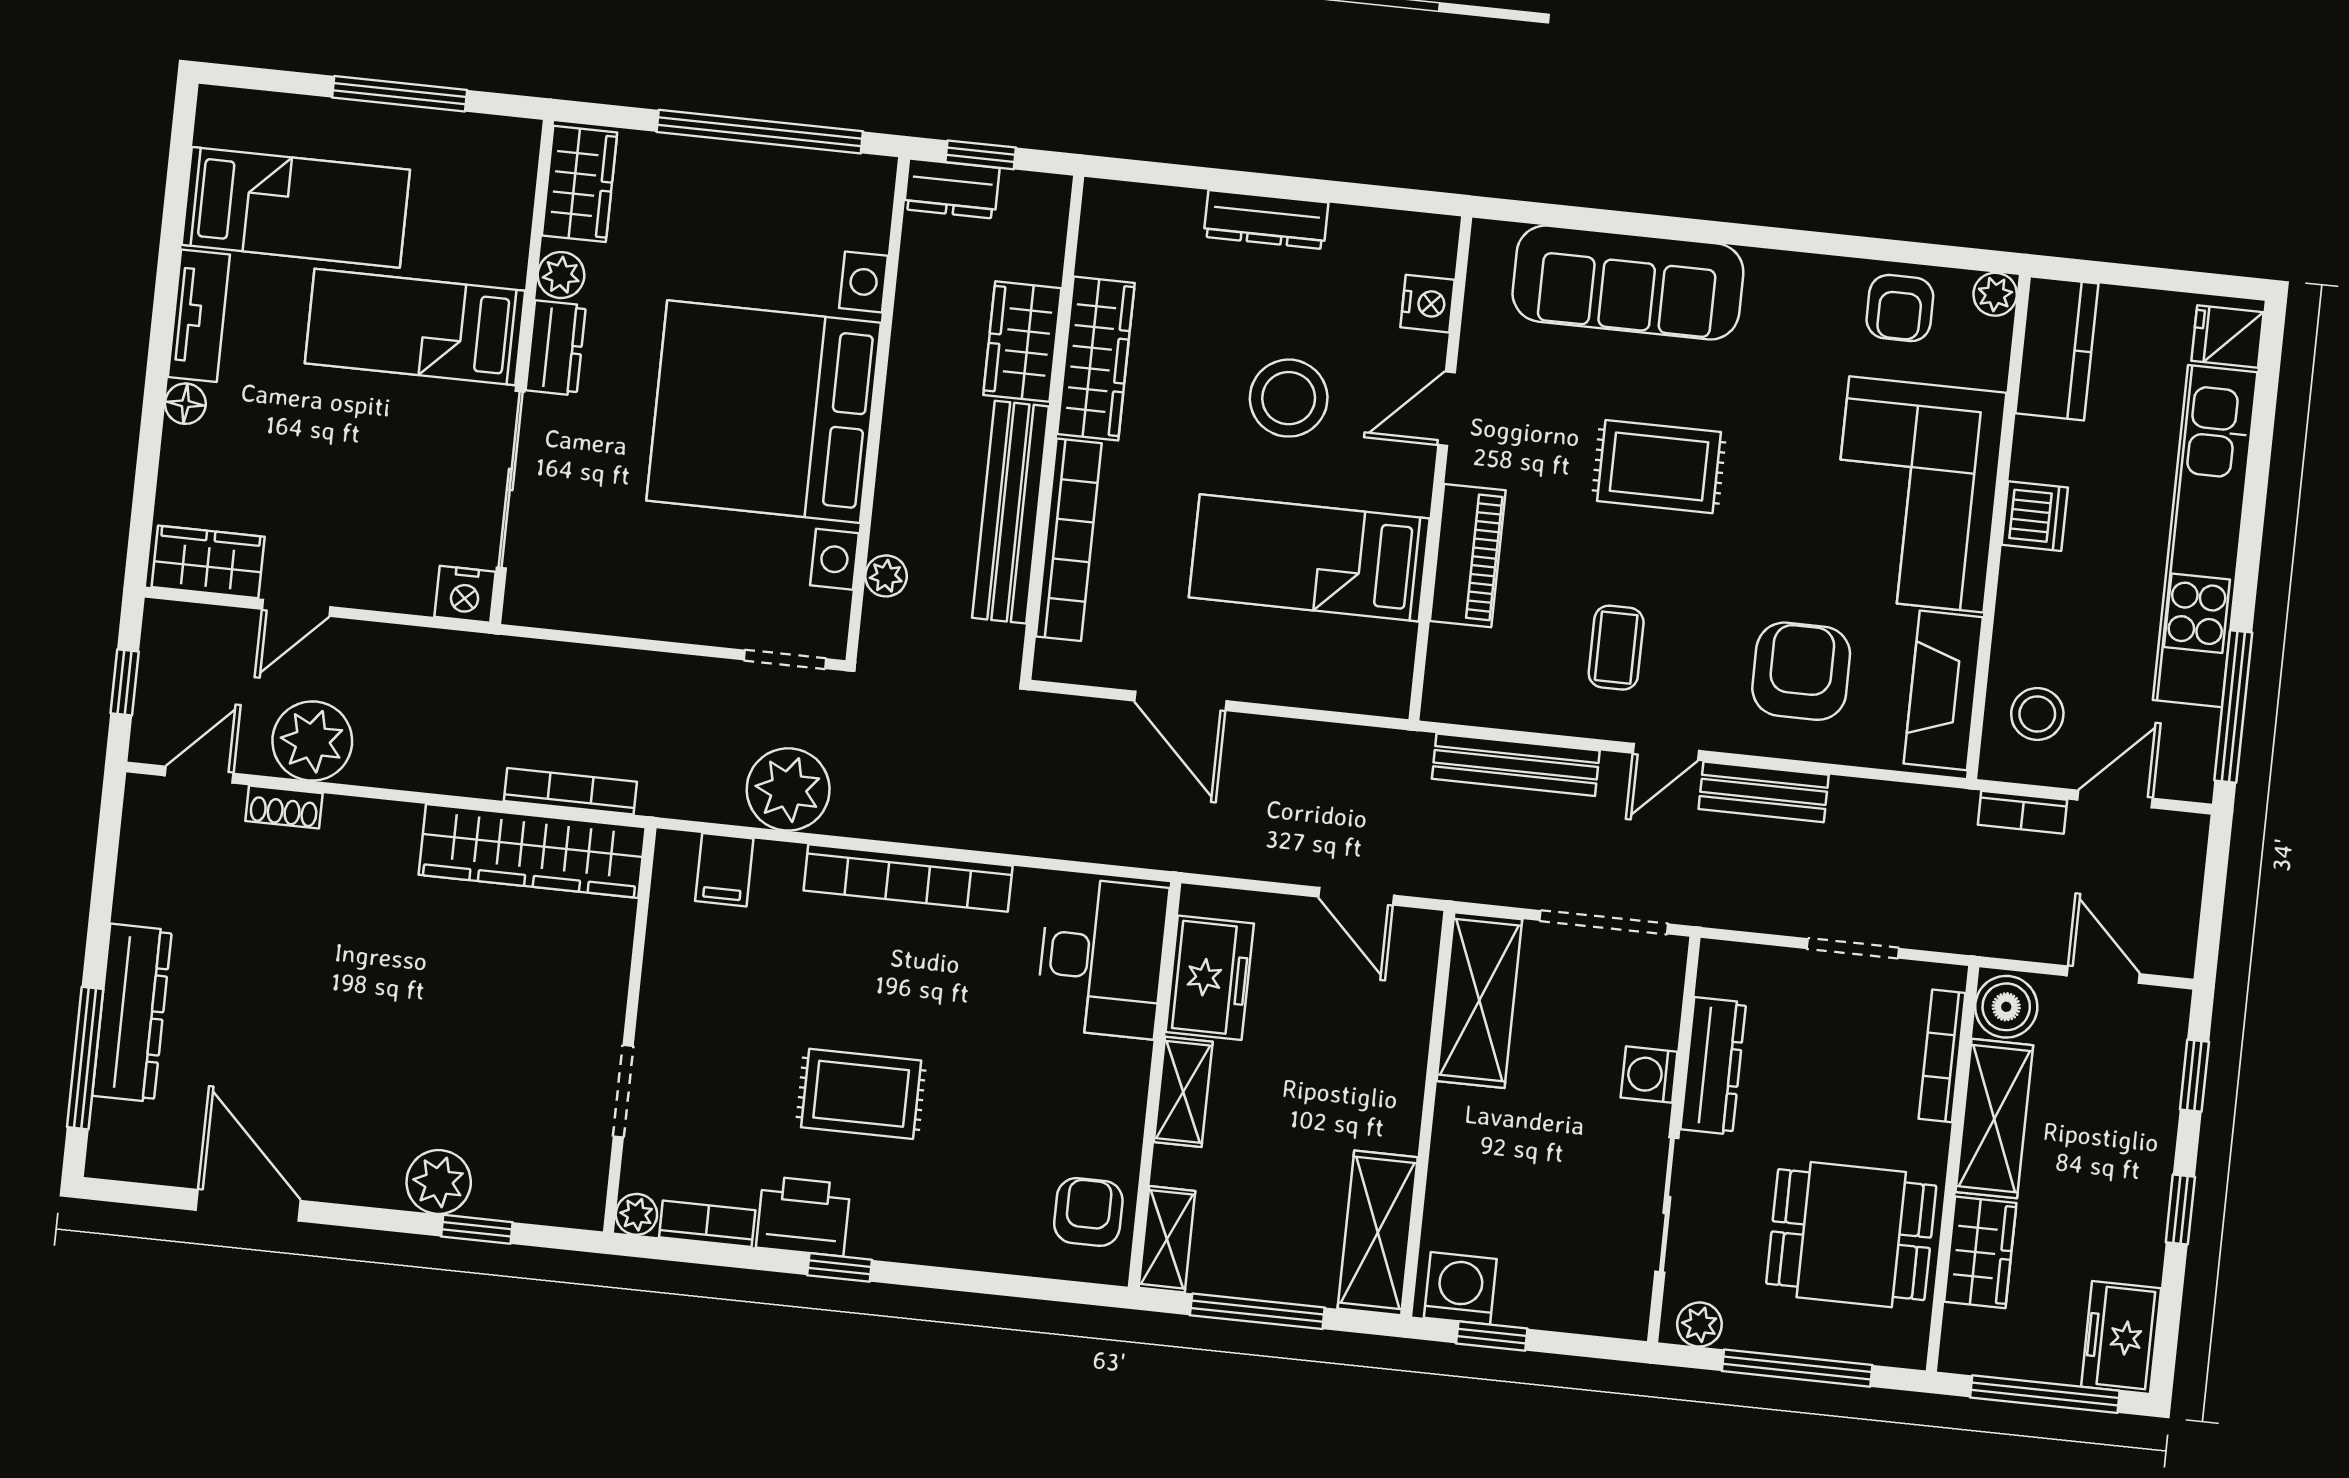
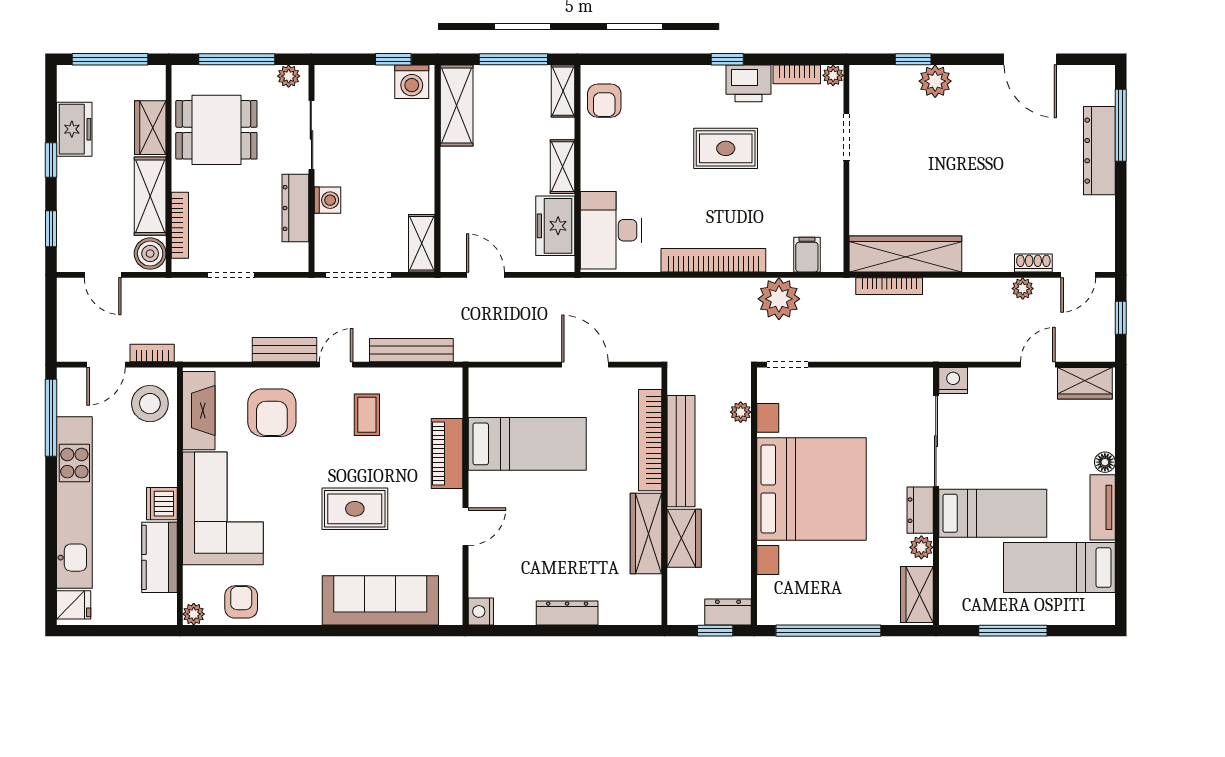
nightstand: (1428, 304) -> (481, 611), moved
kitchen counter: (2057, 348) -> (159, 557), moved
stool: (1289, 398) -> (546, 524), removed
stool: (2037, 714) -> (150, 404), width x1.38, depth x1.38
plant: (312, 741) -> (1023, 289), width x0.53, depth x0.53
shelving: (1479, 1000) -> (422, 243), width x0.67, depth x0.75
freezer: (2121, 1337) -> (74, 129), moved

